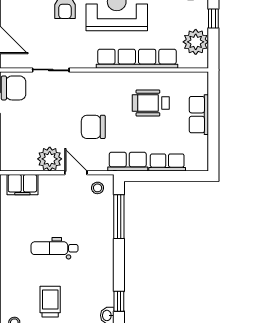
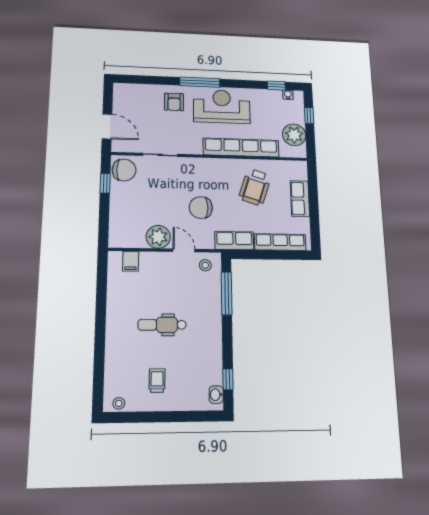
wheelchair: (151, 103) -> (255, 187), turned -72
row of seats: (167, 162) -> (280, 242), width x1.48
filing cabinet: (22, 185) -> (131, 261), width x0.50
trolley: (50, 302) -> (157, 381), width x0.73, depth x0.72

